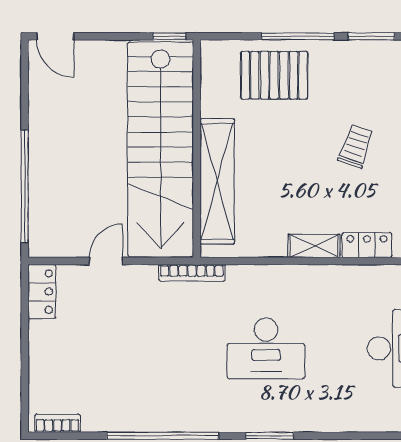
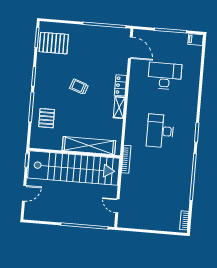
door: (55, 36) -> (24, 193), moved
pallet: (274, 75) -> (47, 118), width x0.67, depth x0.71
door: (106, 261) -> (117, 206), moved
locker: (42, 292) -> (129, 222), removed
desk: (266, 348) -> (160, 131), turned 180

